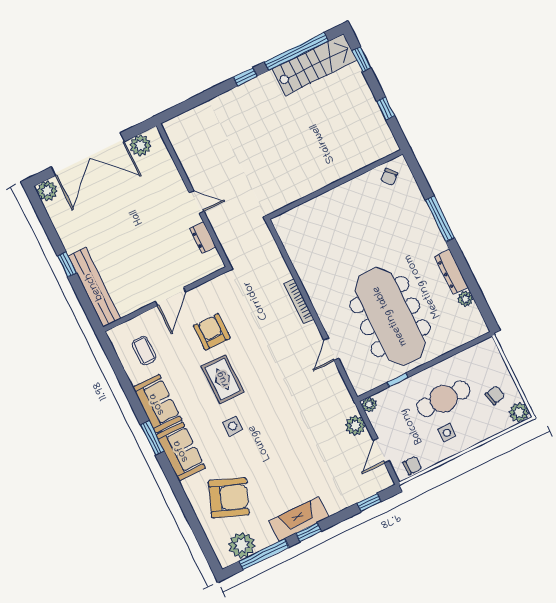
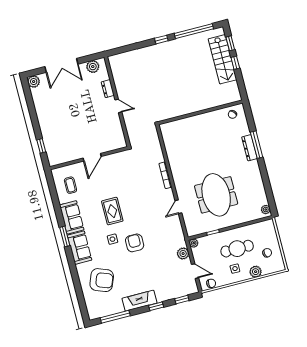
stairs: (314, 65) -> (222, 59), moved, turned 90
window: (386, 108) -> (235, 63), moved
double door: (88, 154) -> (61, 65), width x0.73
dresser: (203, 237) -> (108, 89), moved
window: (67, 265) -> (41, 146), moved
dresser: (451, 272) -> (249, 148), moved
bench: (94, 287) -> (49, 143), removed
plant: (465, 299) -> (266, 210), moved
meeting table: (390, 316) -> (216, 195), width x0.73
armchair: (212, 332) -> (135, 243), moved
plant: (519, 413) -> (256, 272), moved
door: (381, 451) -> (195, 271), swing flipped
window: (308, 532) -> (156, 306), moved
plant: (242, 545) -> (103, 309), removed

